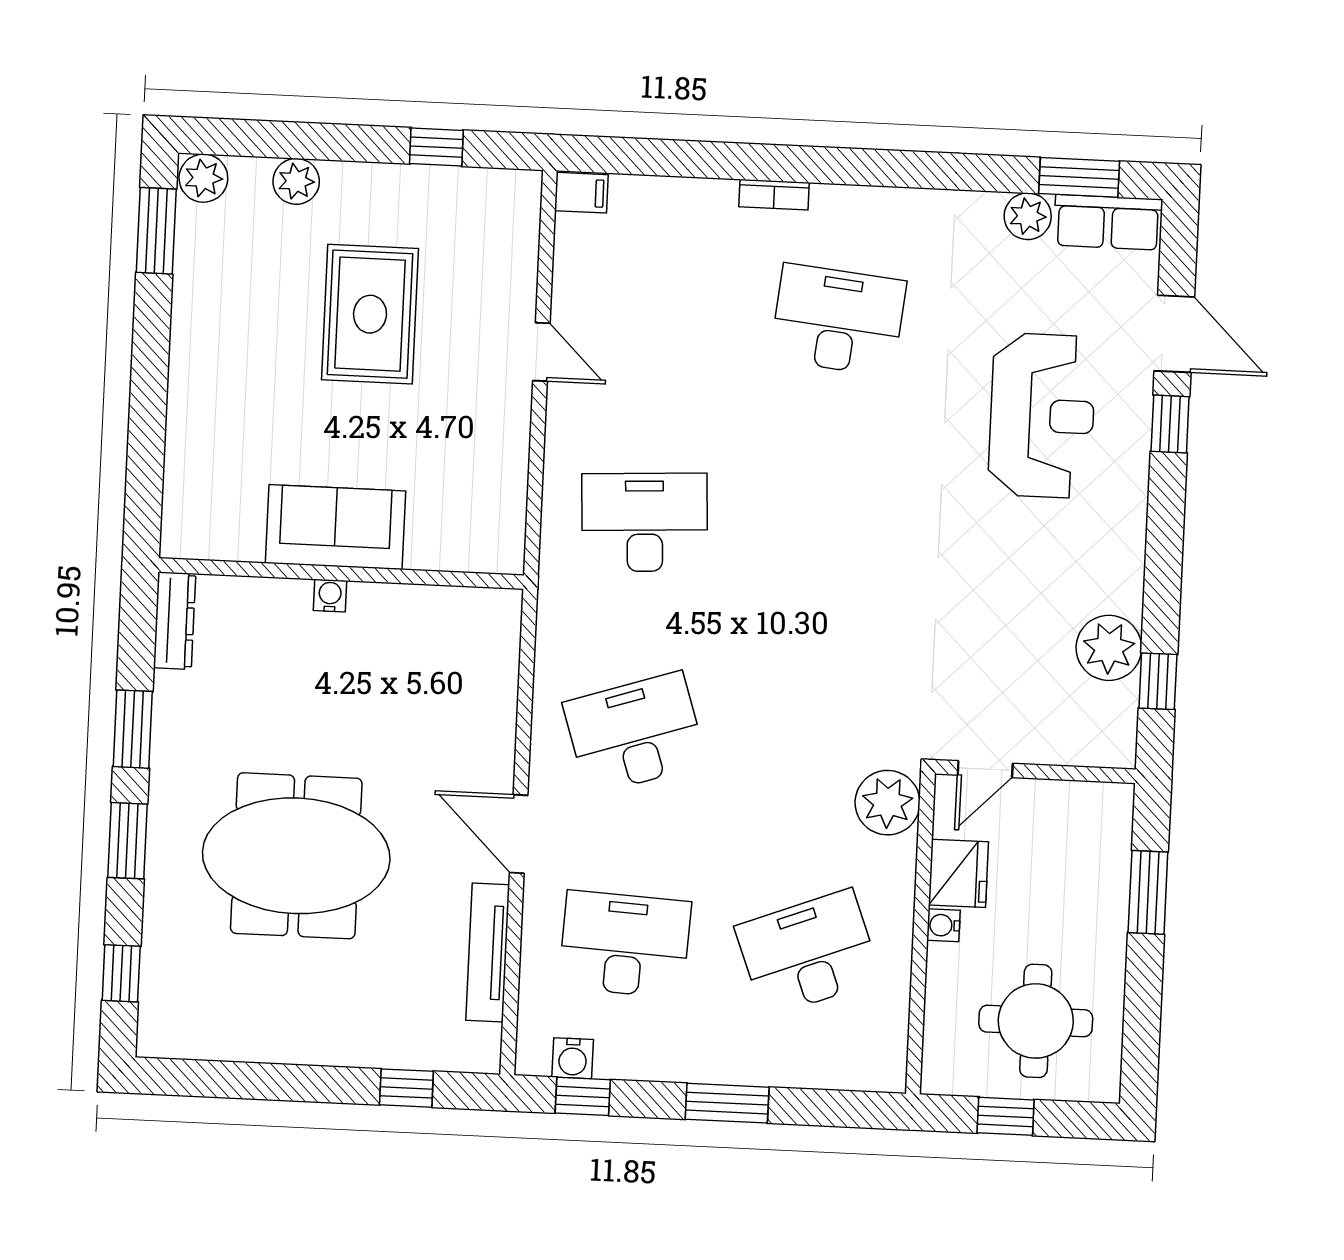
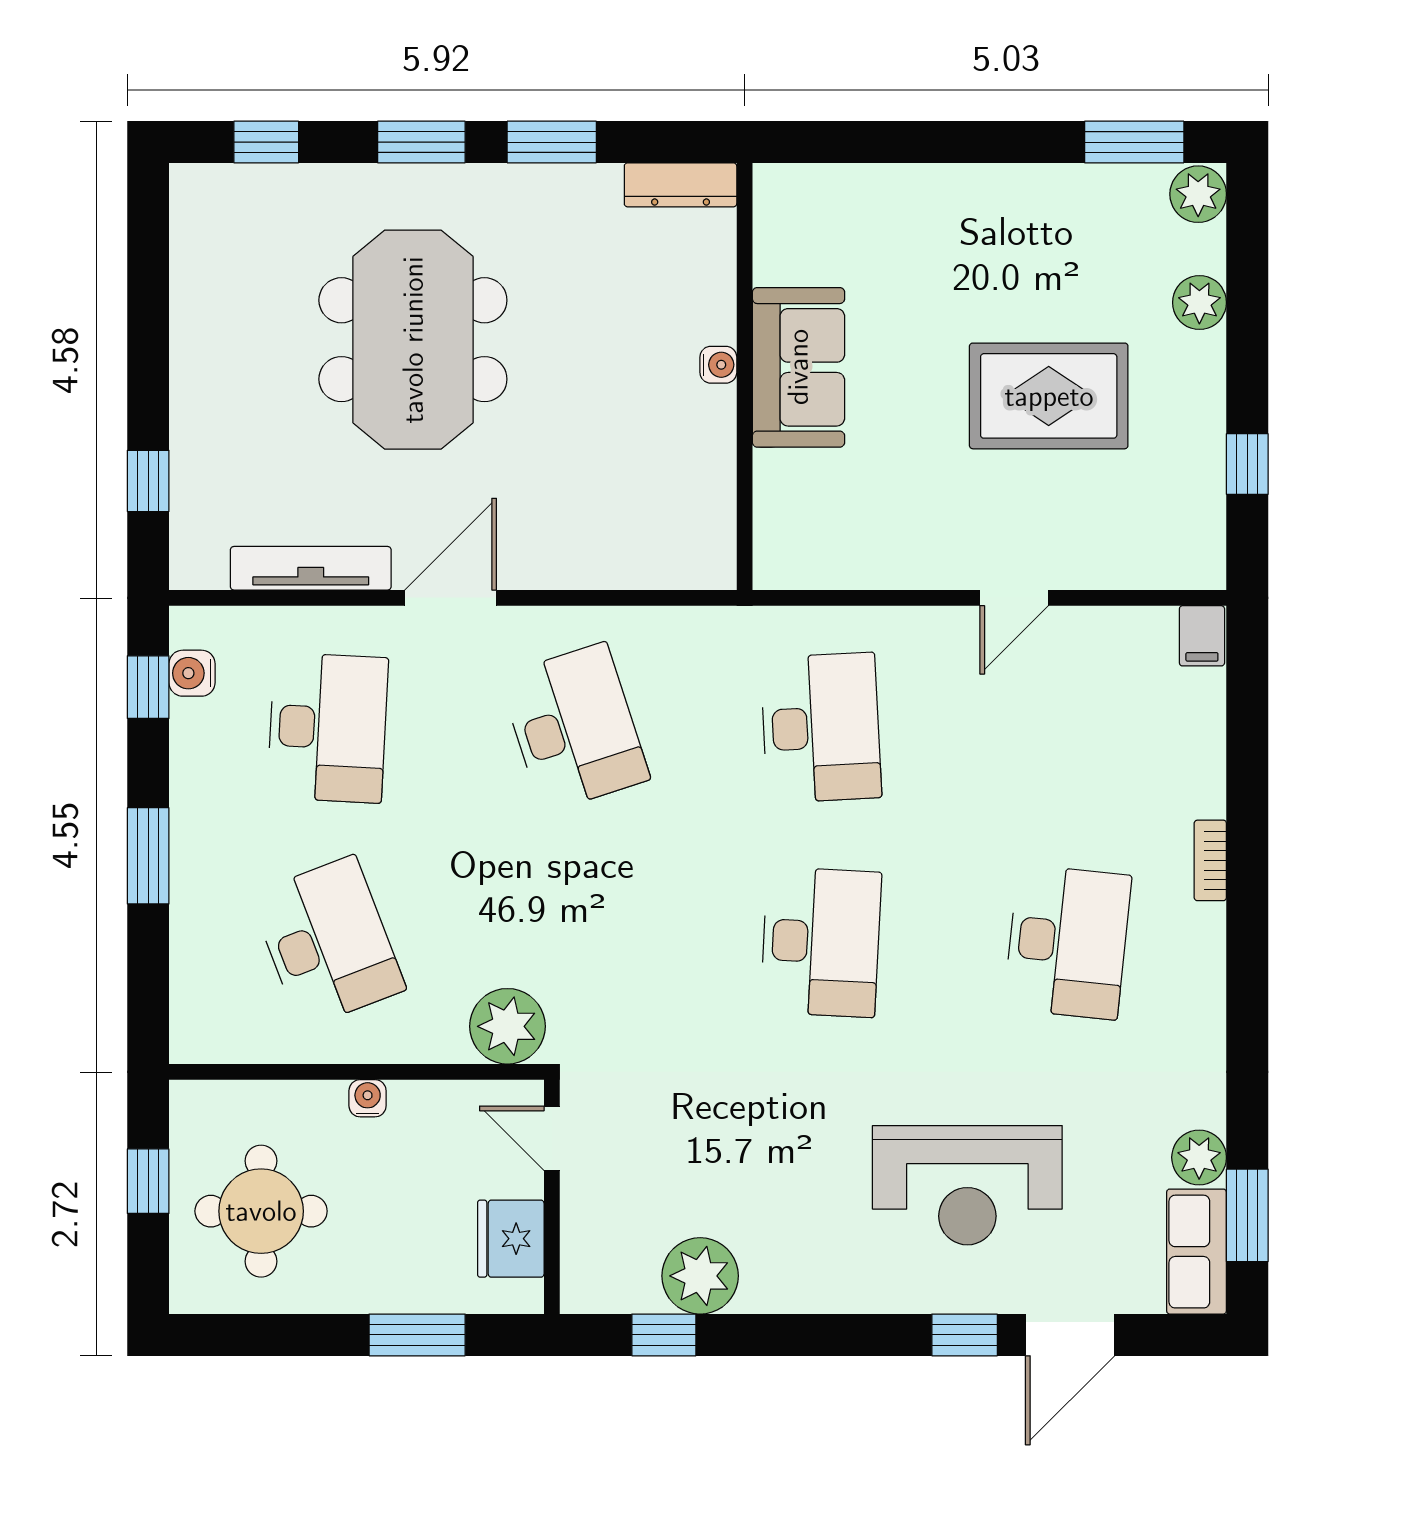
desk: (828, 531) -> (821, 942), added
fridge: (958, 873) -> (511, 1239), moved, turned 90

